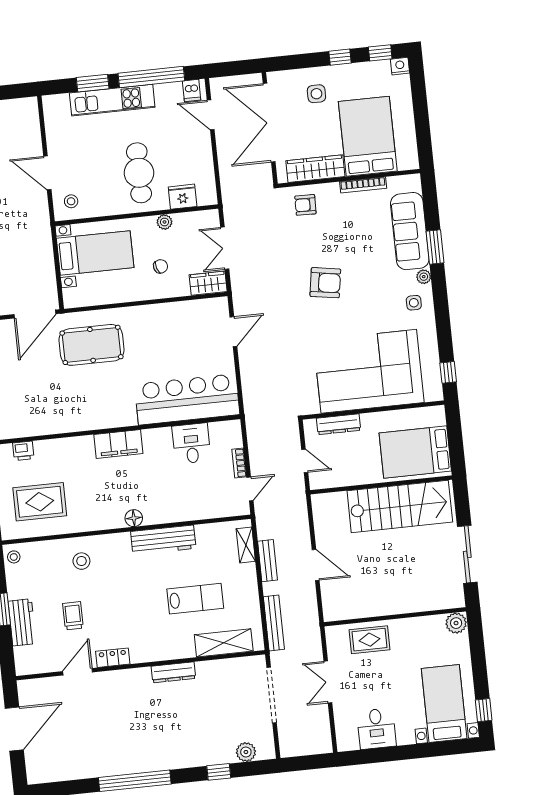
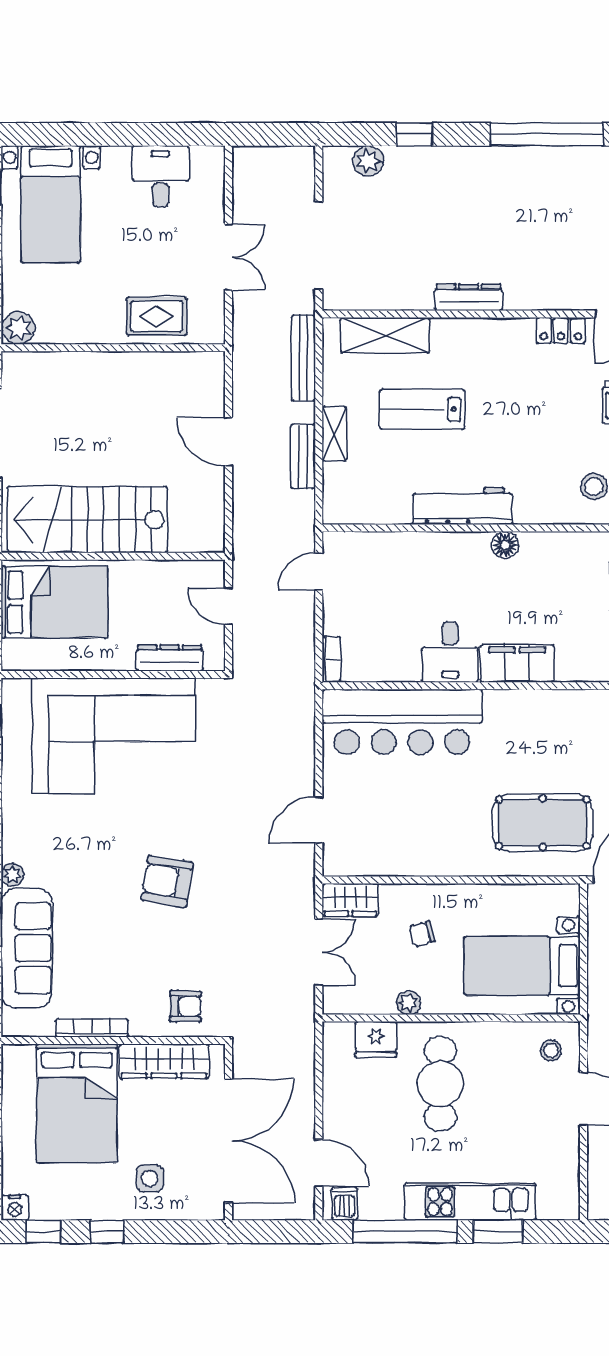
side table: (414, 303) -> (32, 836), removed
desk: (191, 443) -> (450, 652), moved
bookcase: (239, 463) -> (331, 659), moved
shelving: (246, 545) -> (334, 434), moved

